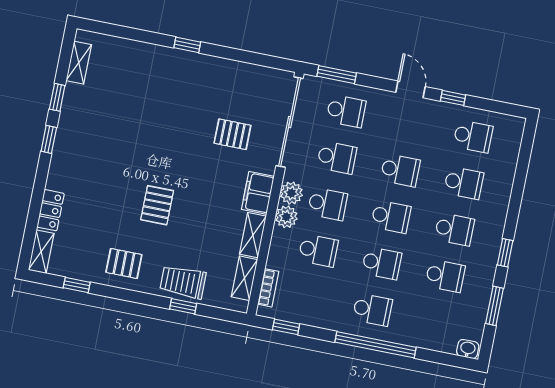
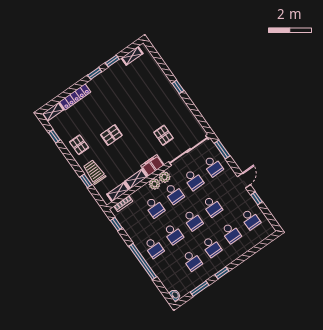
locker: (51, 210) -> (75, 97), width x1.53

